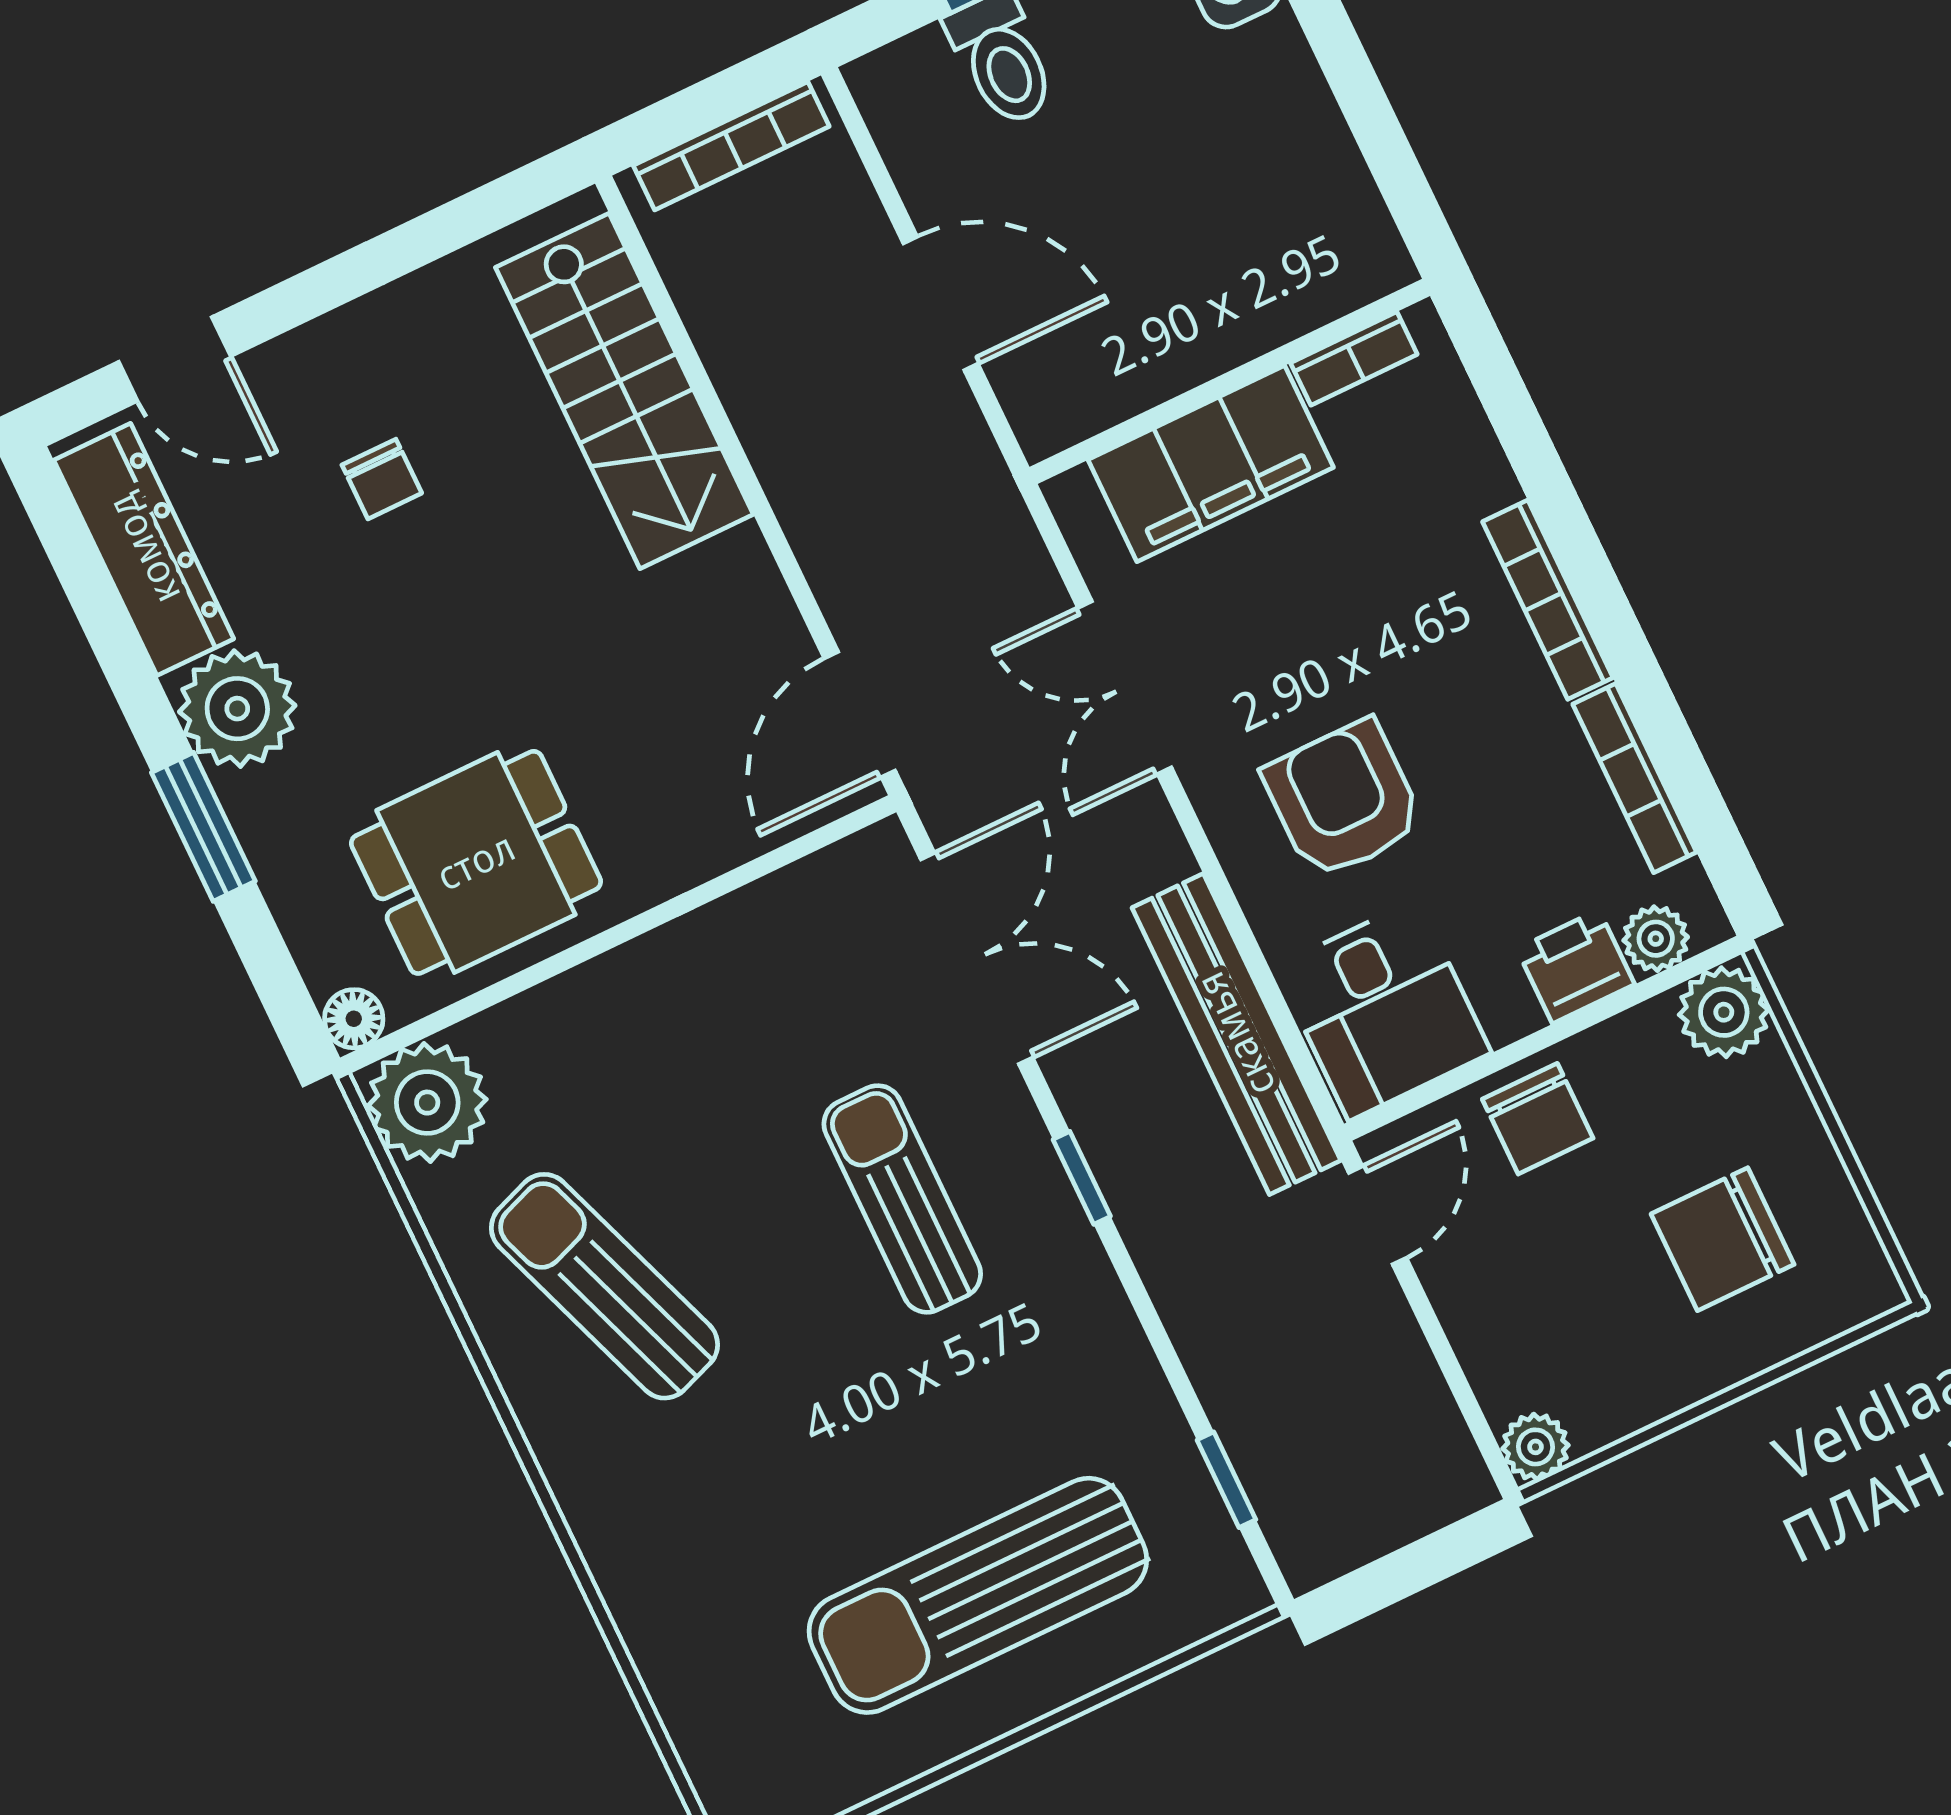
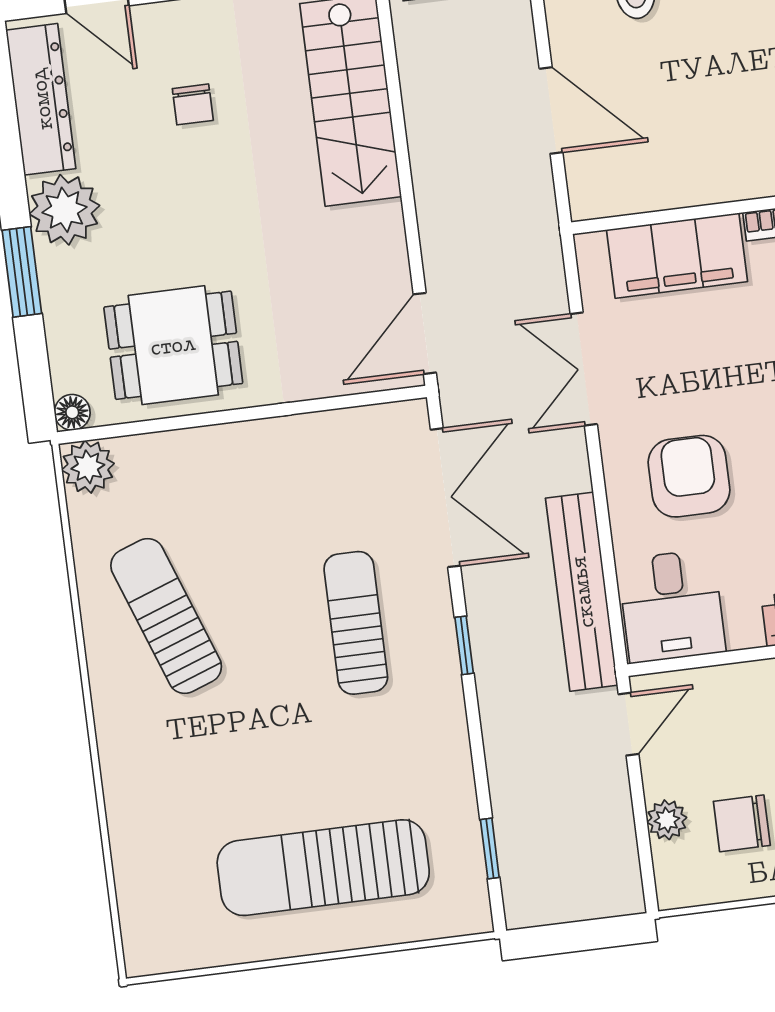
plant: (427, 1103) -> (88, 467), width x0.73, depth x0.73
chair: (1538, 1119) -> (742, 823), moved, turned 90
plant: (1536, 1447) -> (667, 820), moved

